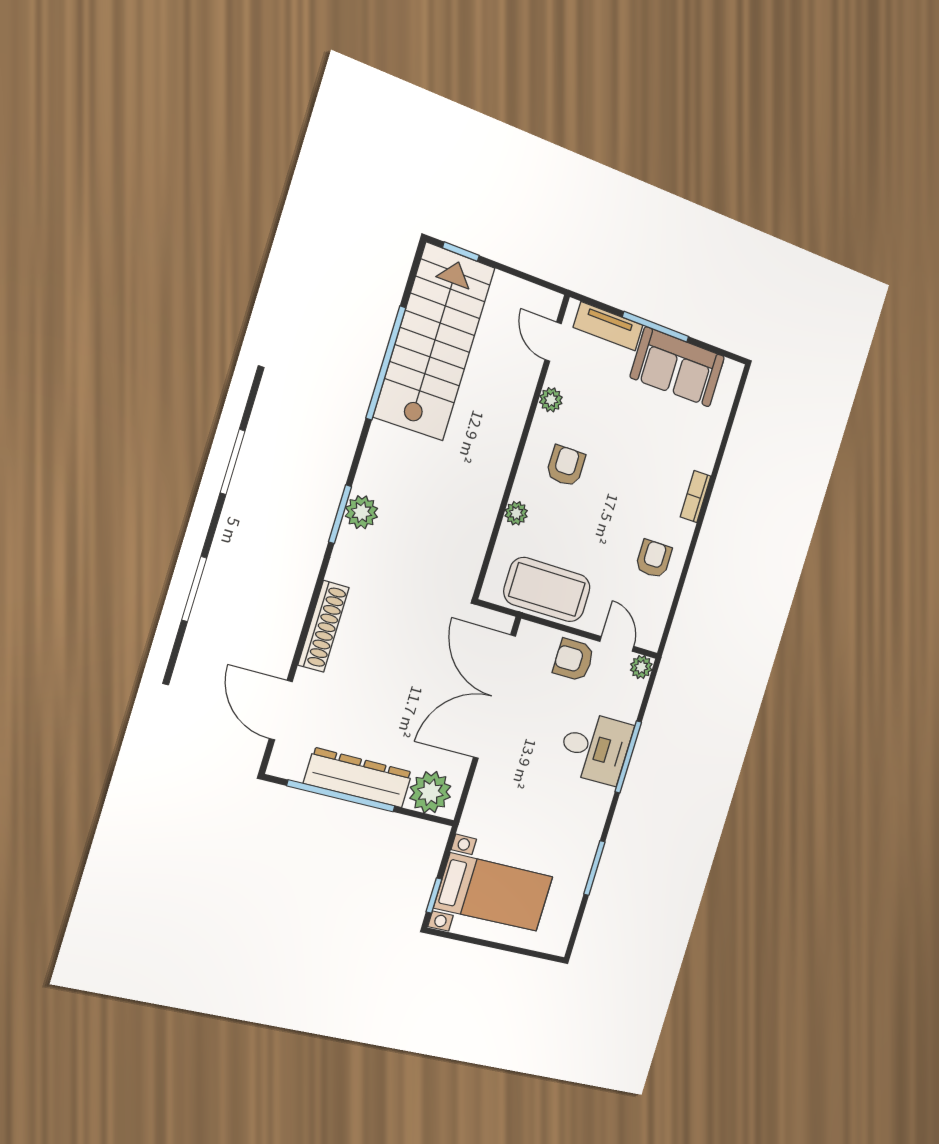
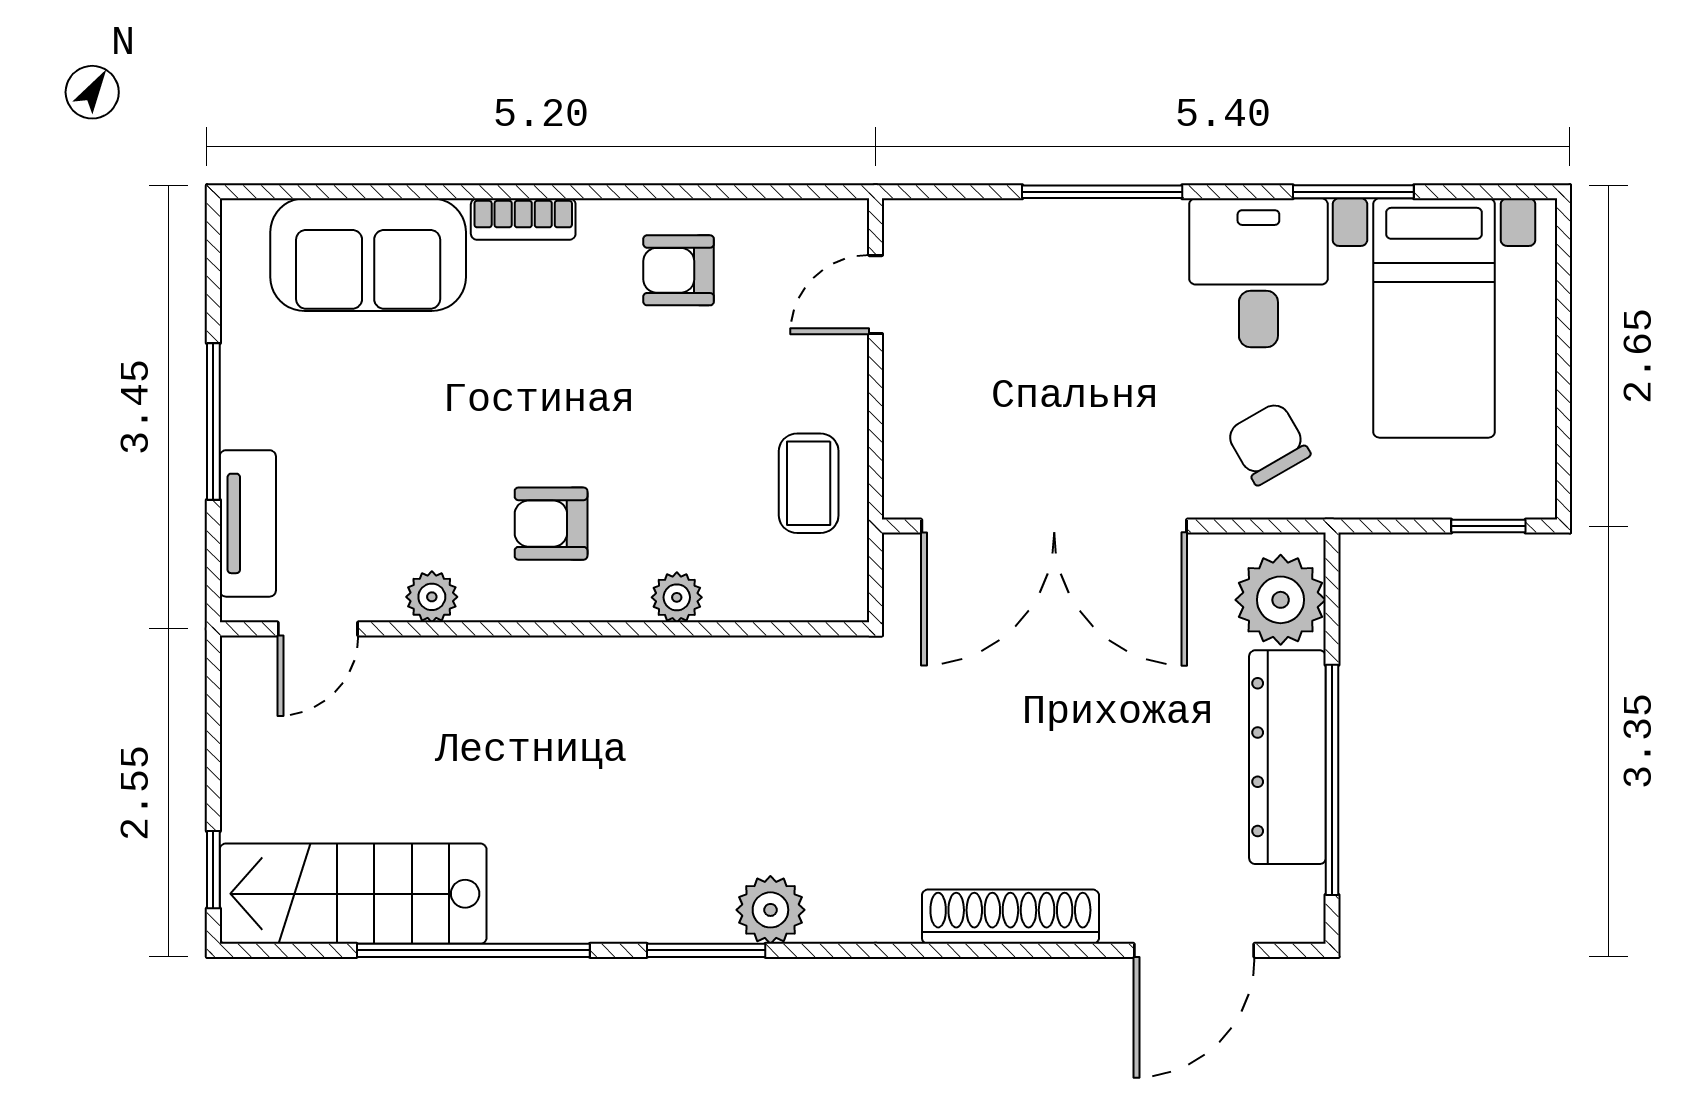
stairs: (434, 342) -> (353, 894), width x0.73, depth x0.66
sofa: (677, 367) -> (368, 255), moved, turned 90
window: (340, 514) -> (706, 950), moved
coffee table: (547, 590) -> (809, 483), width x0.54, depth x0.58
armchair: (574, 660) -> (934, 380), removed
plant: (641, 667) -> (908, 224), removed
desk: (595, 748) -> (1258, 273), moved
chair: (500, 804) -> (1268, 443), added
bed with nightstands: (494, 892) -> (1434, 318), moved, turned 180

